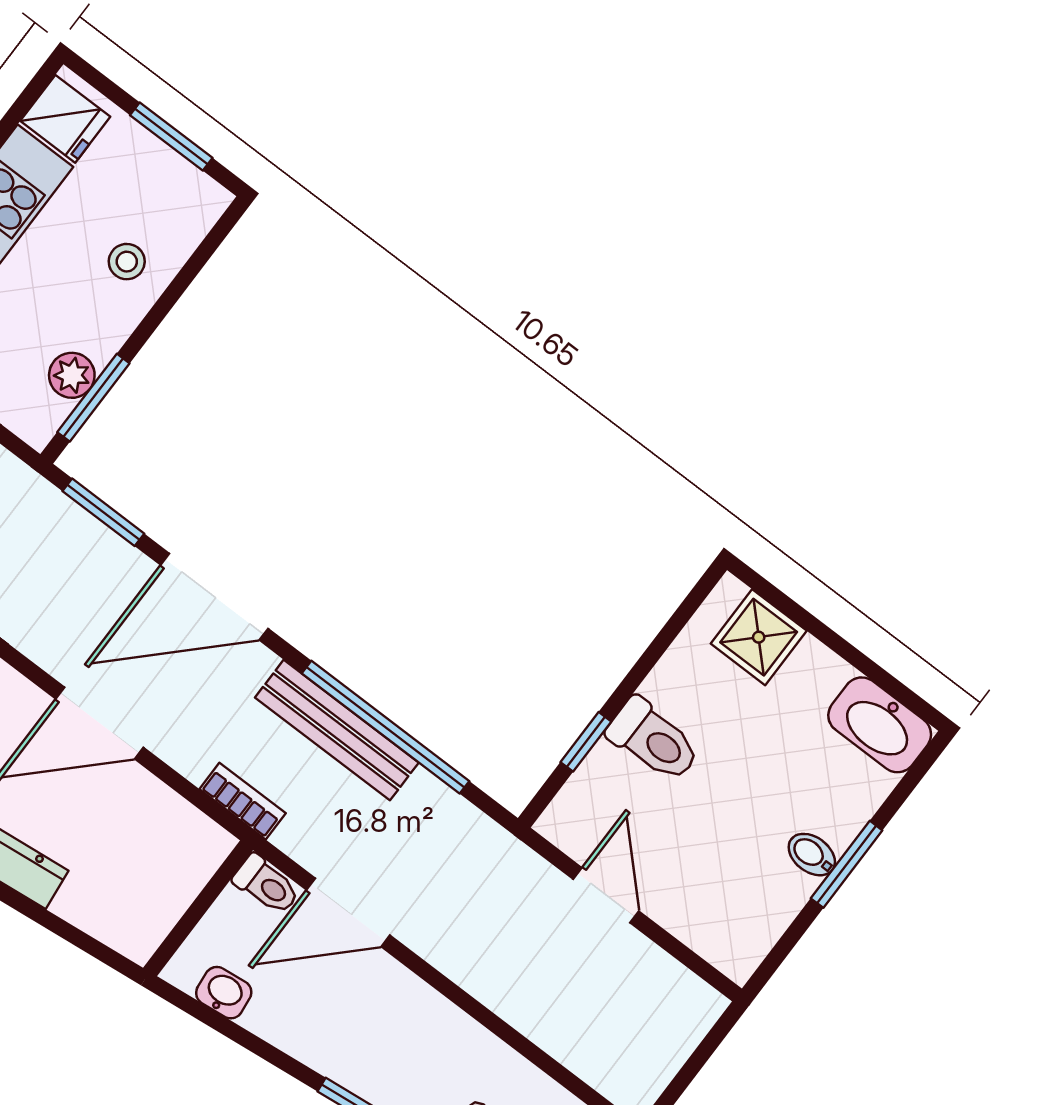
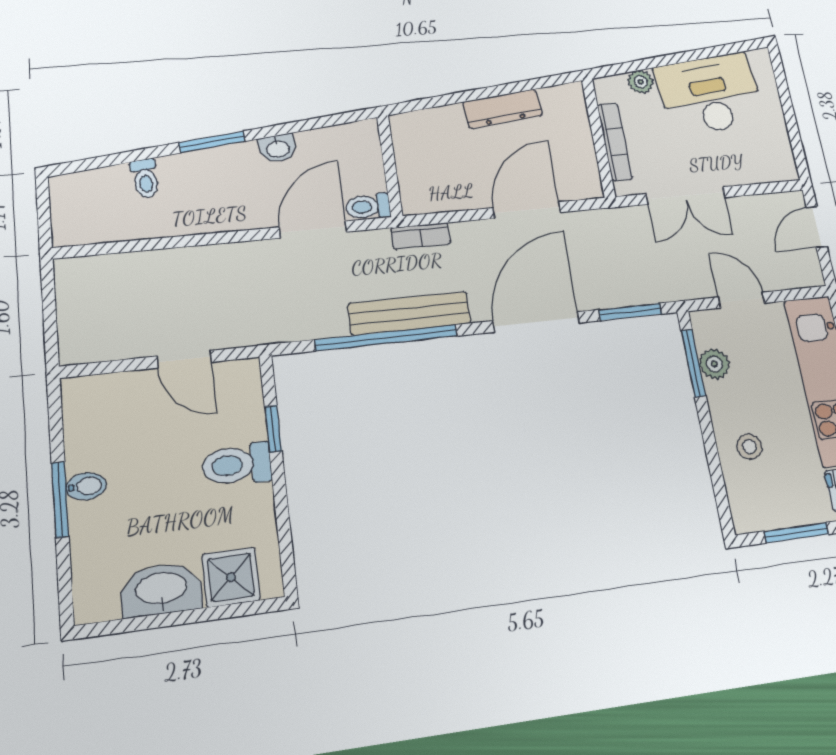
washbasin: (880, 725) -> (161, 589), moved
washbasin: (224, 993) -> (278, 148), moved

